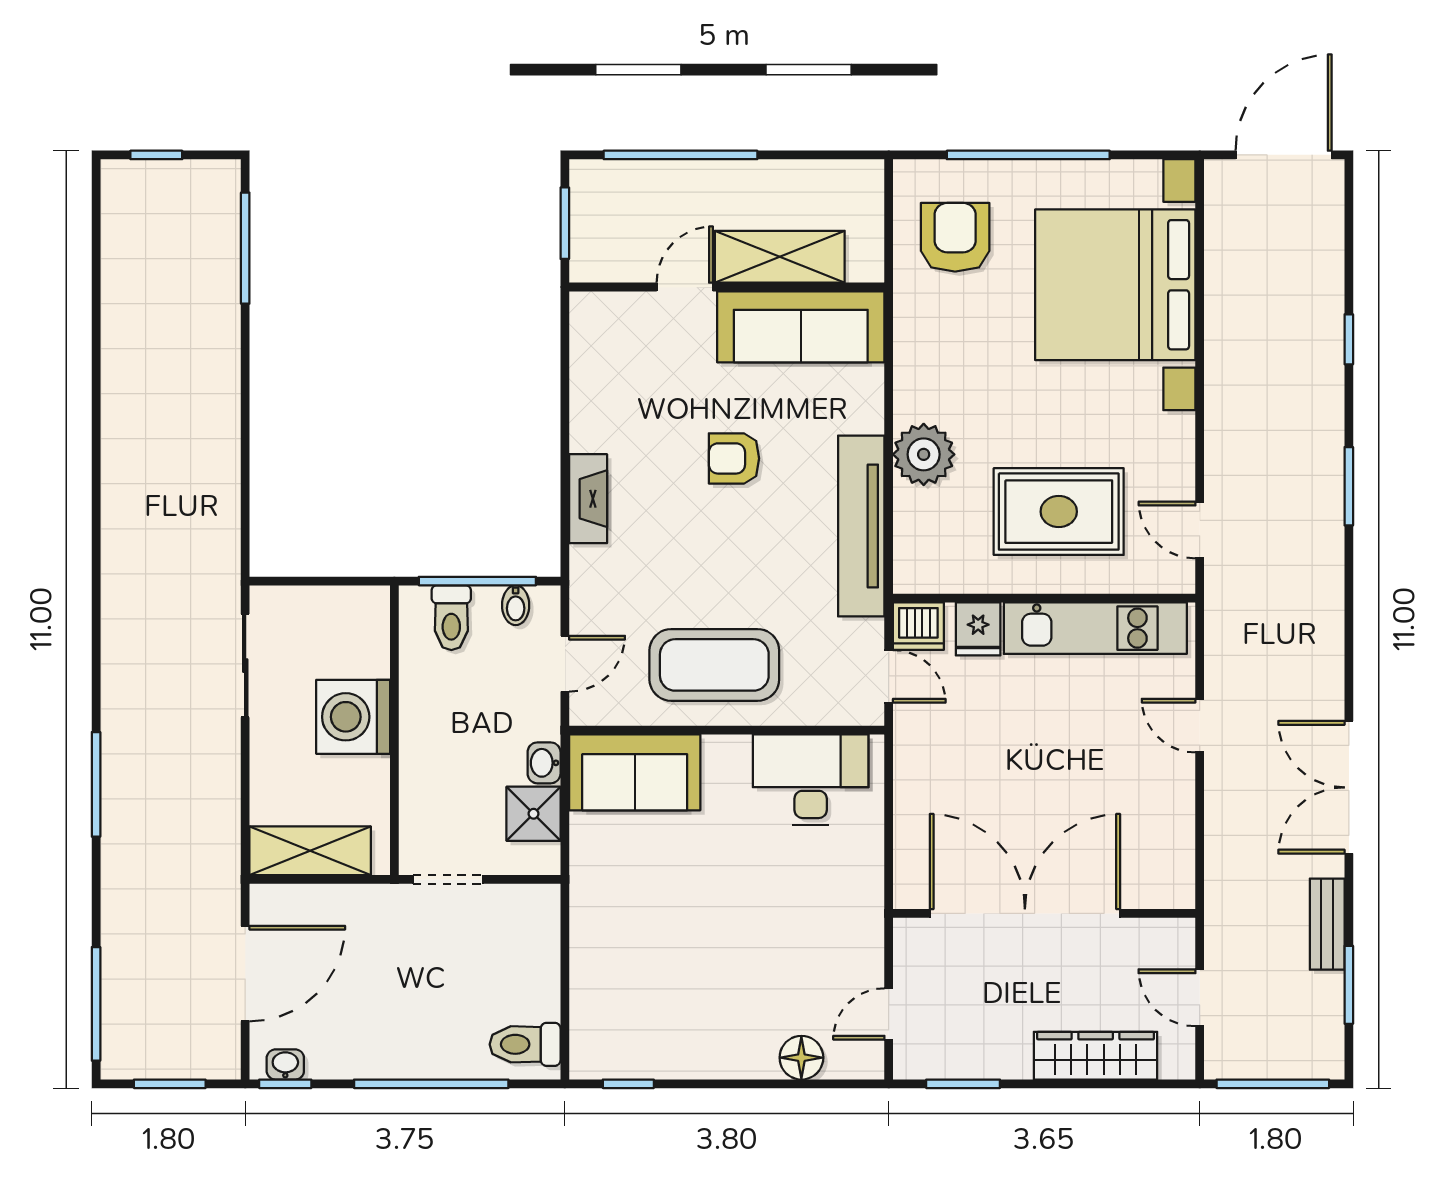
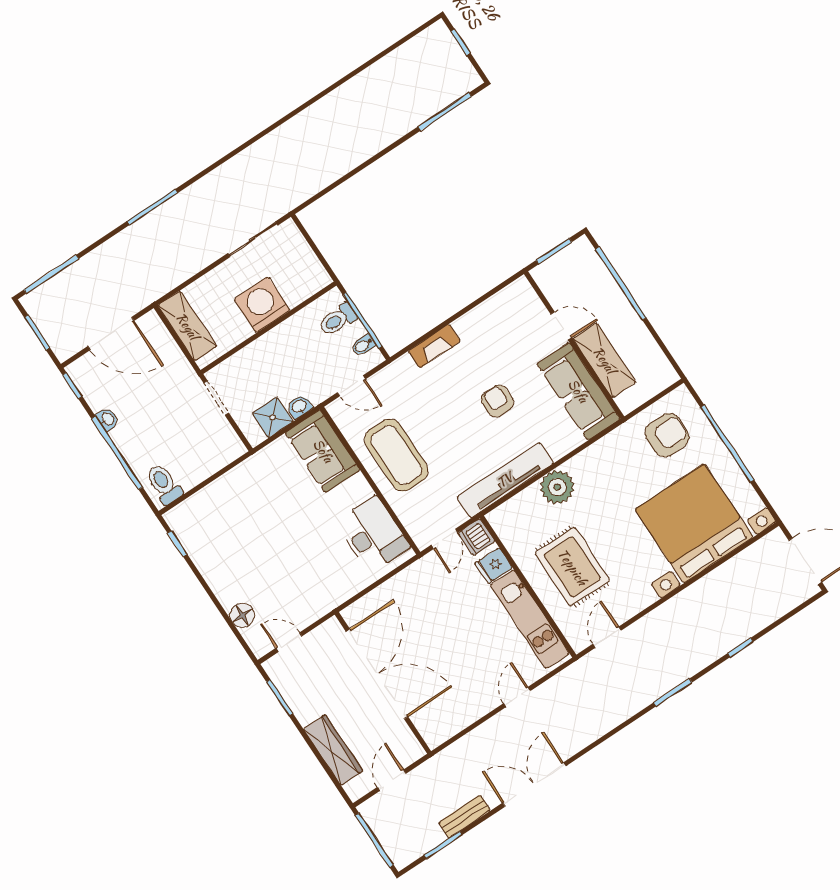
washbasin: (285, 1064) -> (107, 419), moved

